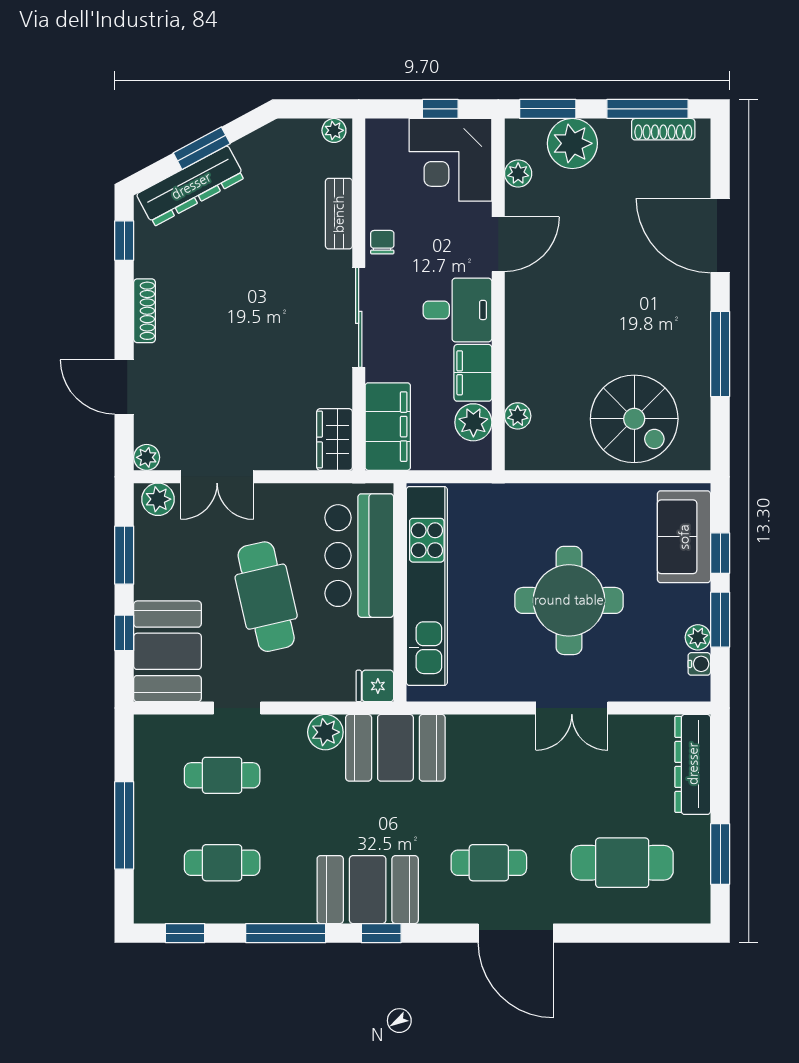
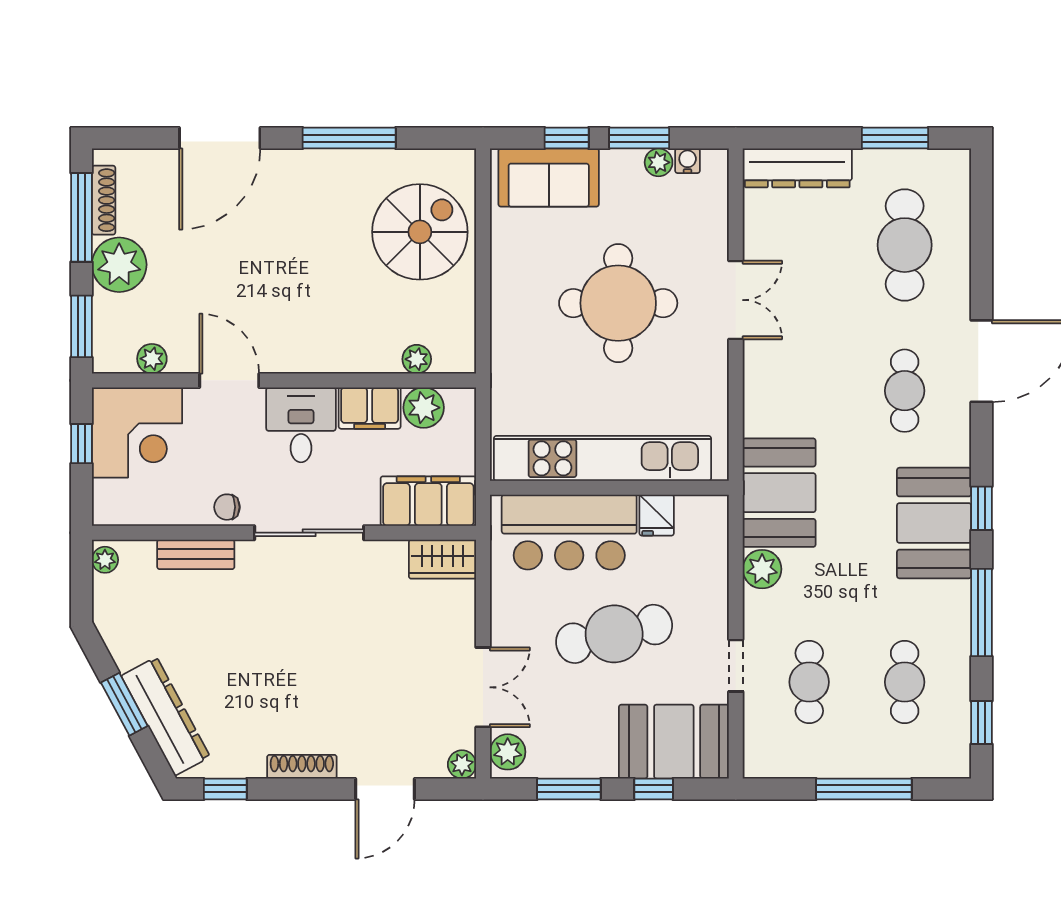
plant: (572, 143) -> (119, 265), moved
fridge: (375, 686) -> (657, 515), moved

